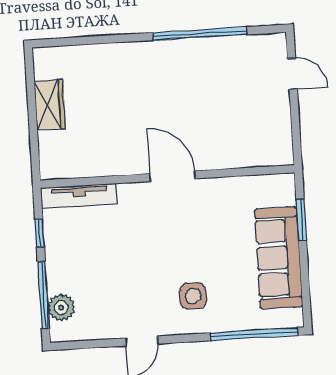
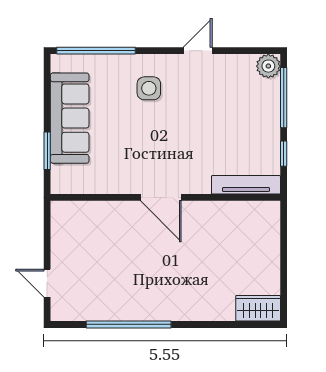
wardrobe: (50, 105) -> (258, 308), moved, turned 90
plant: (61, 307) -> (268, 66), moved

